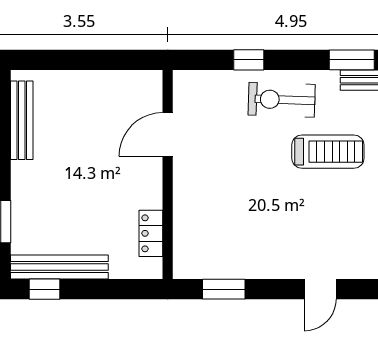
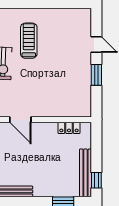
window: (224, 289) -> (96, 75), moved

